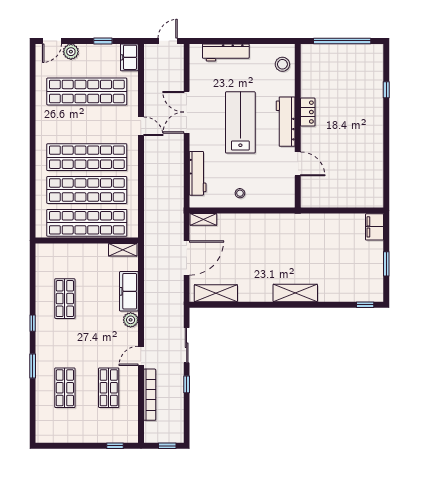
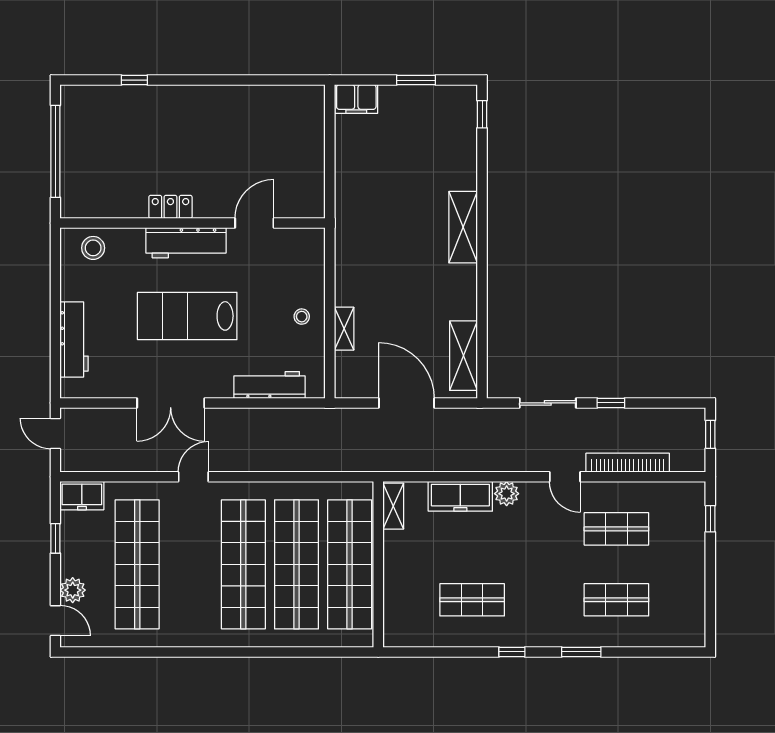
shelving: (203, 219) -> (344, 329), moved

